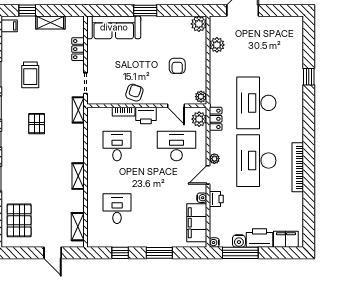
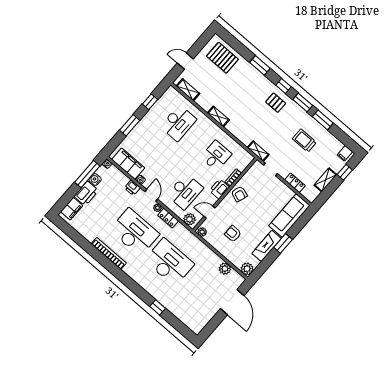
fireplace: (161, 24) -> (267, 246), added
locker: (216, 119) -> (168, 218), moved
pallet: (37, 124) -> (276, 103), moved
desk: (117, 146) -> (216, 156), turned -90
desk: (117, 209) -> (178, 123), width x1.37

